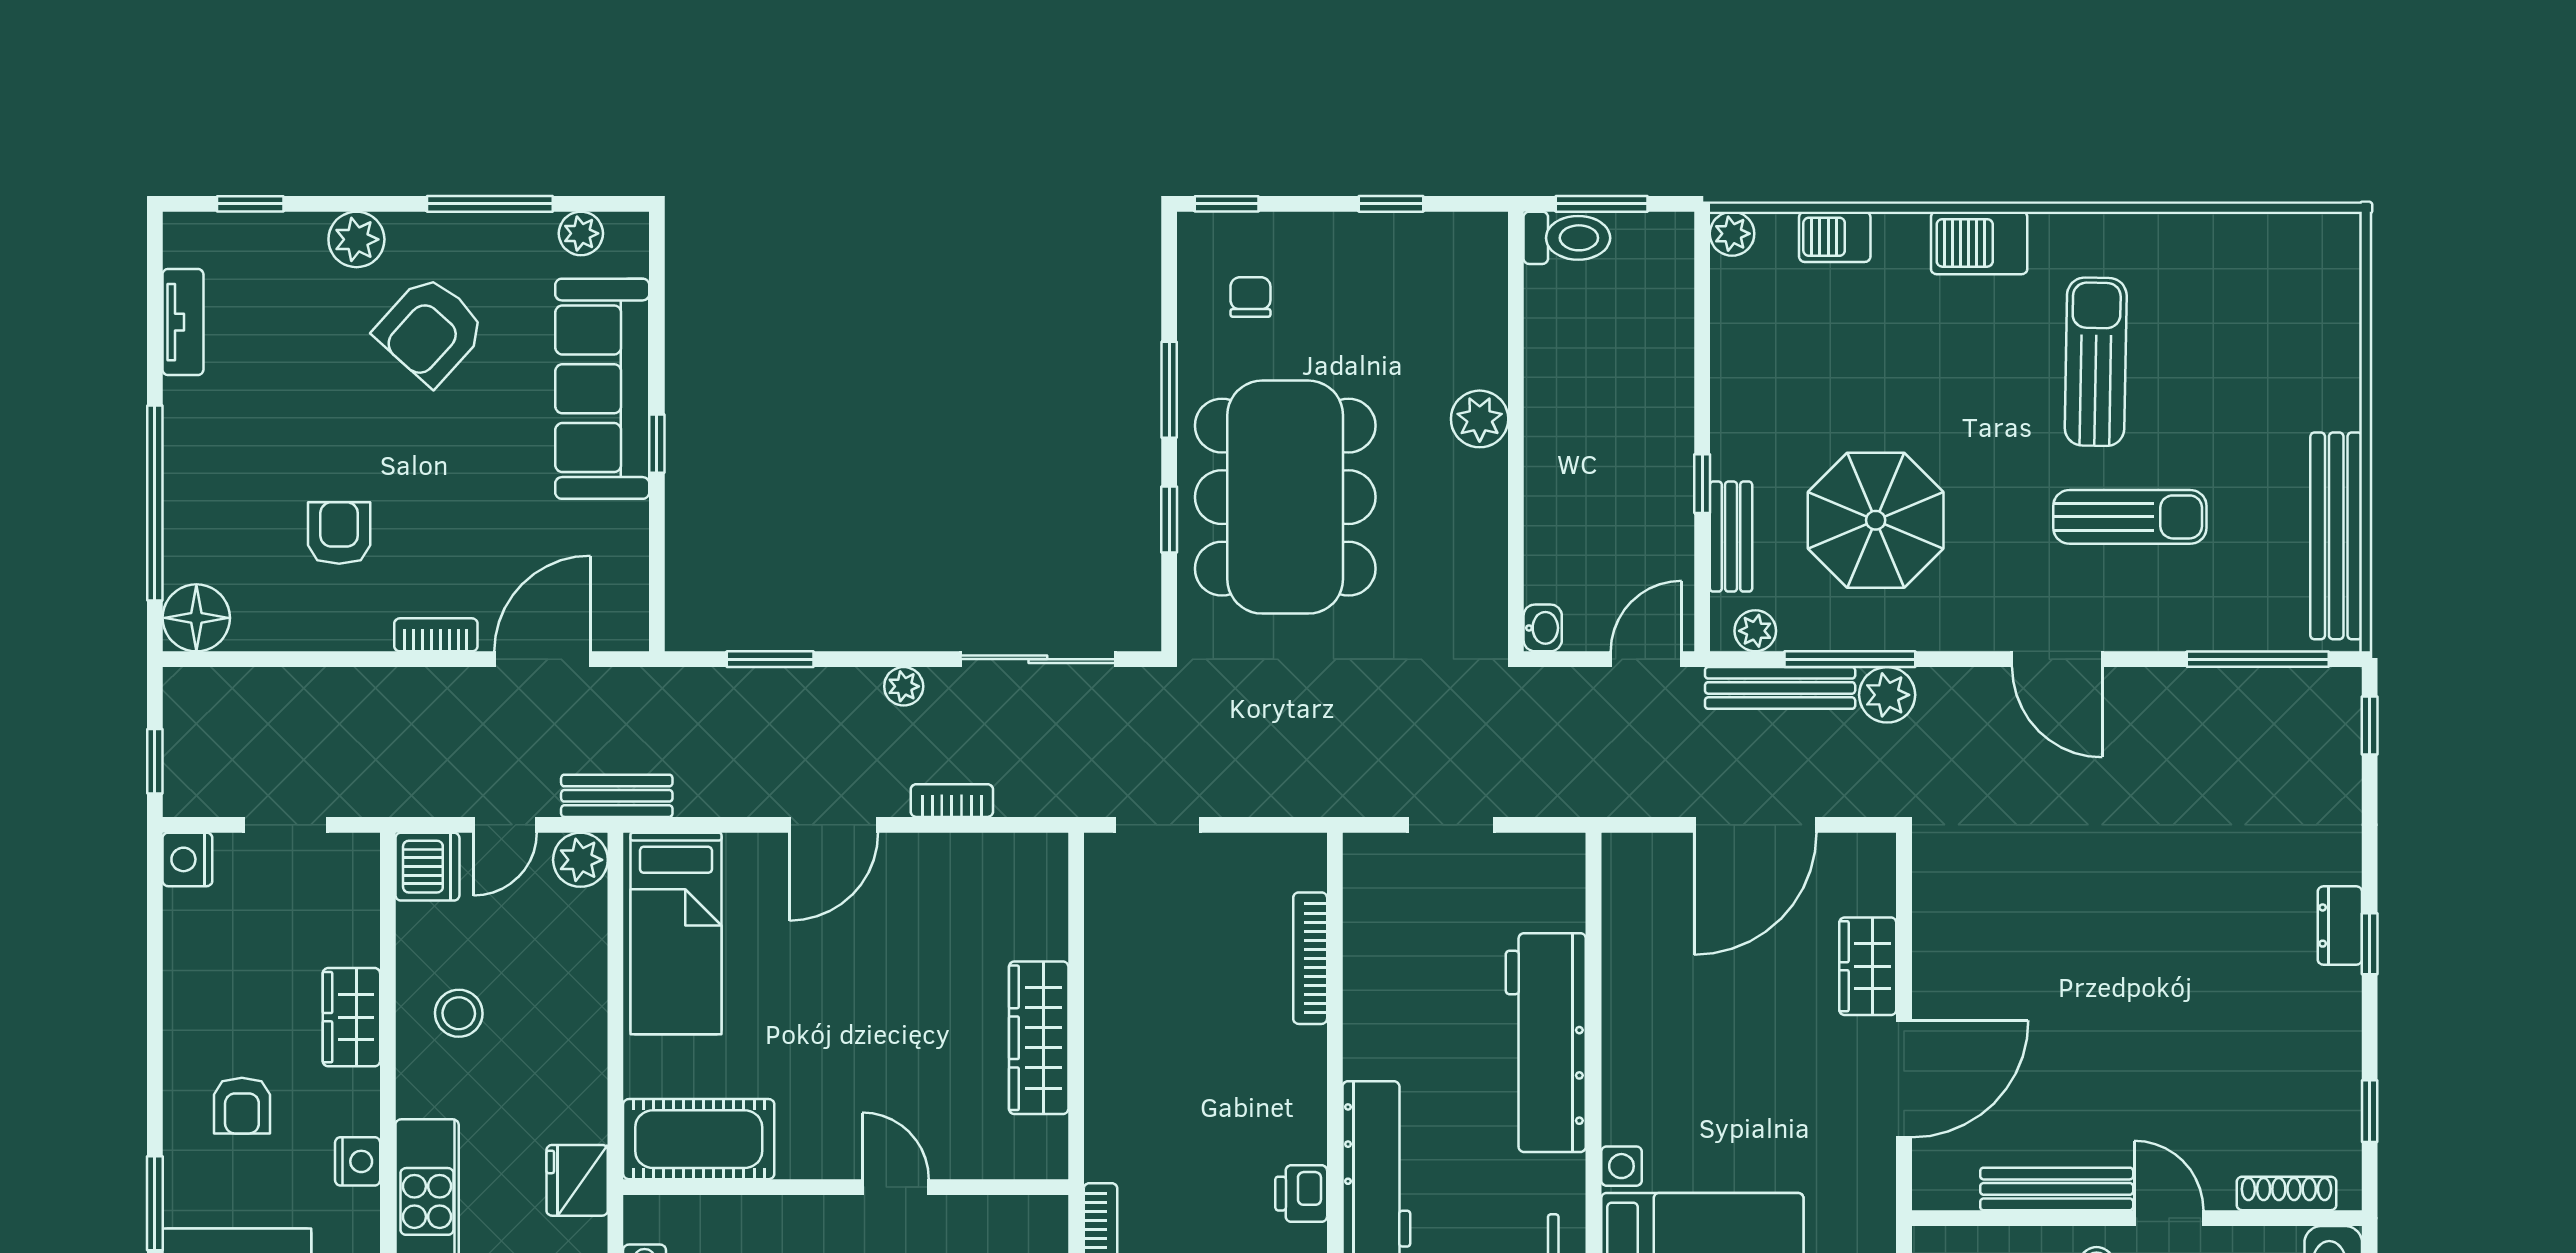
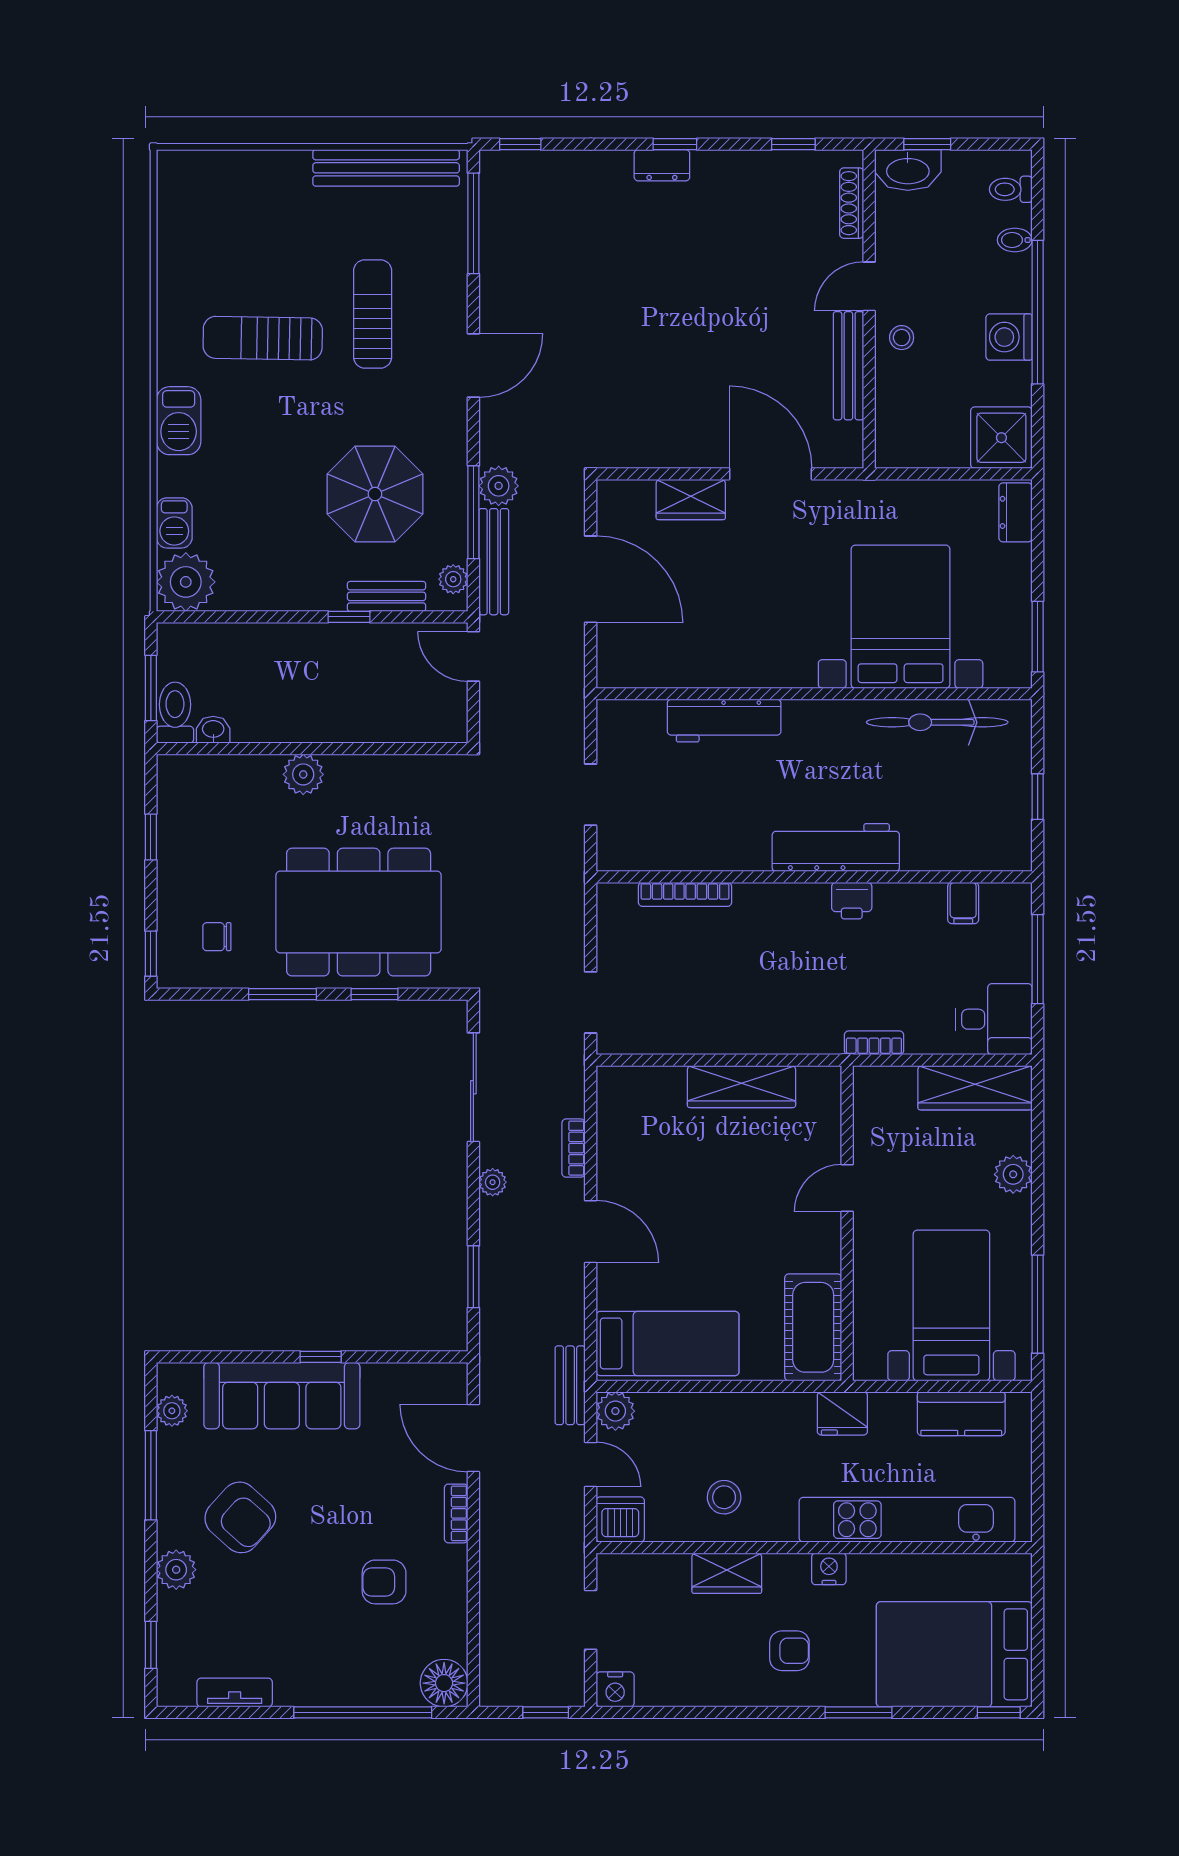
plant: (1732, 234) -> (186, 582), width x1.88, depth x1.88
washbasin: (1543, 628) -> (213, 730), moved
workbench: (1546, 1043) -> (724, 721), width x0.73, depth x0.76

